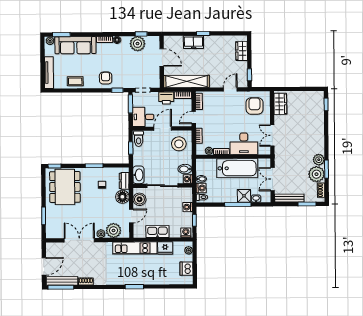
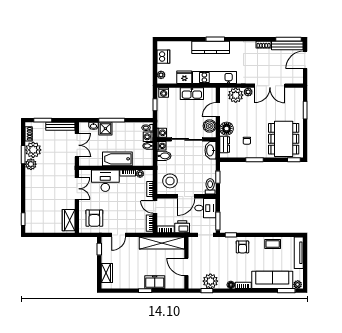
door: (194, 118) -> (155, 207), swing flipped
bathtub: (237, 168) -> (117, 159), width x0.73, depth x0.73
washing machine: (188, 207) -> (162, 133), moved
kitchen counter: (139, 278) -> (211, 47), added

